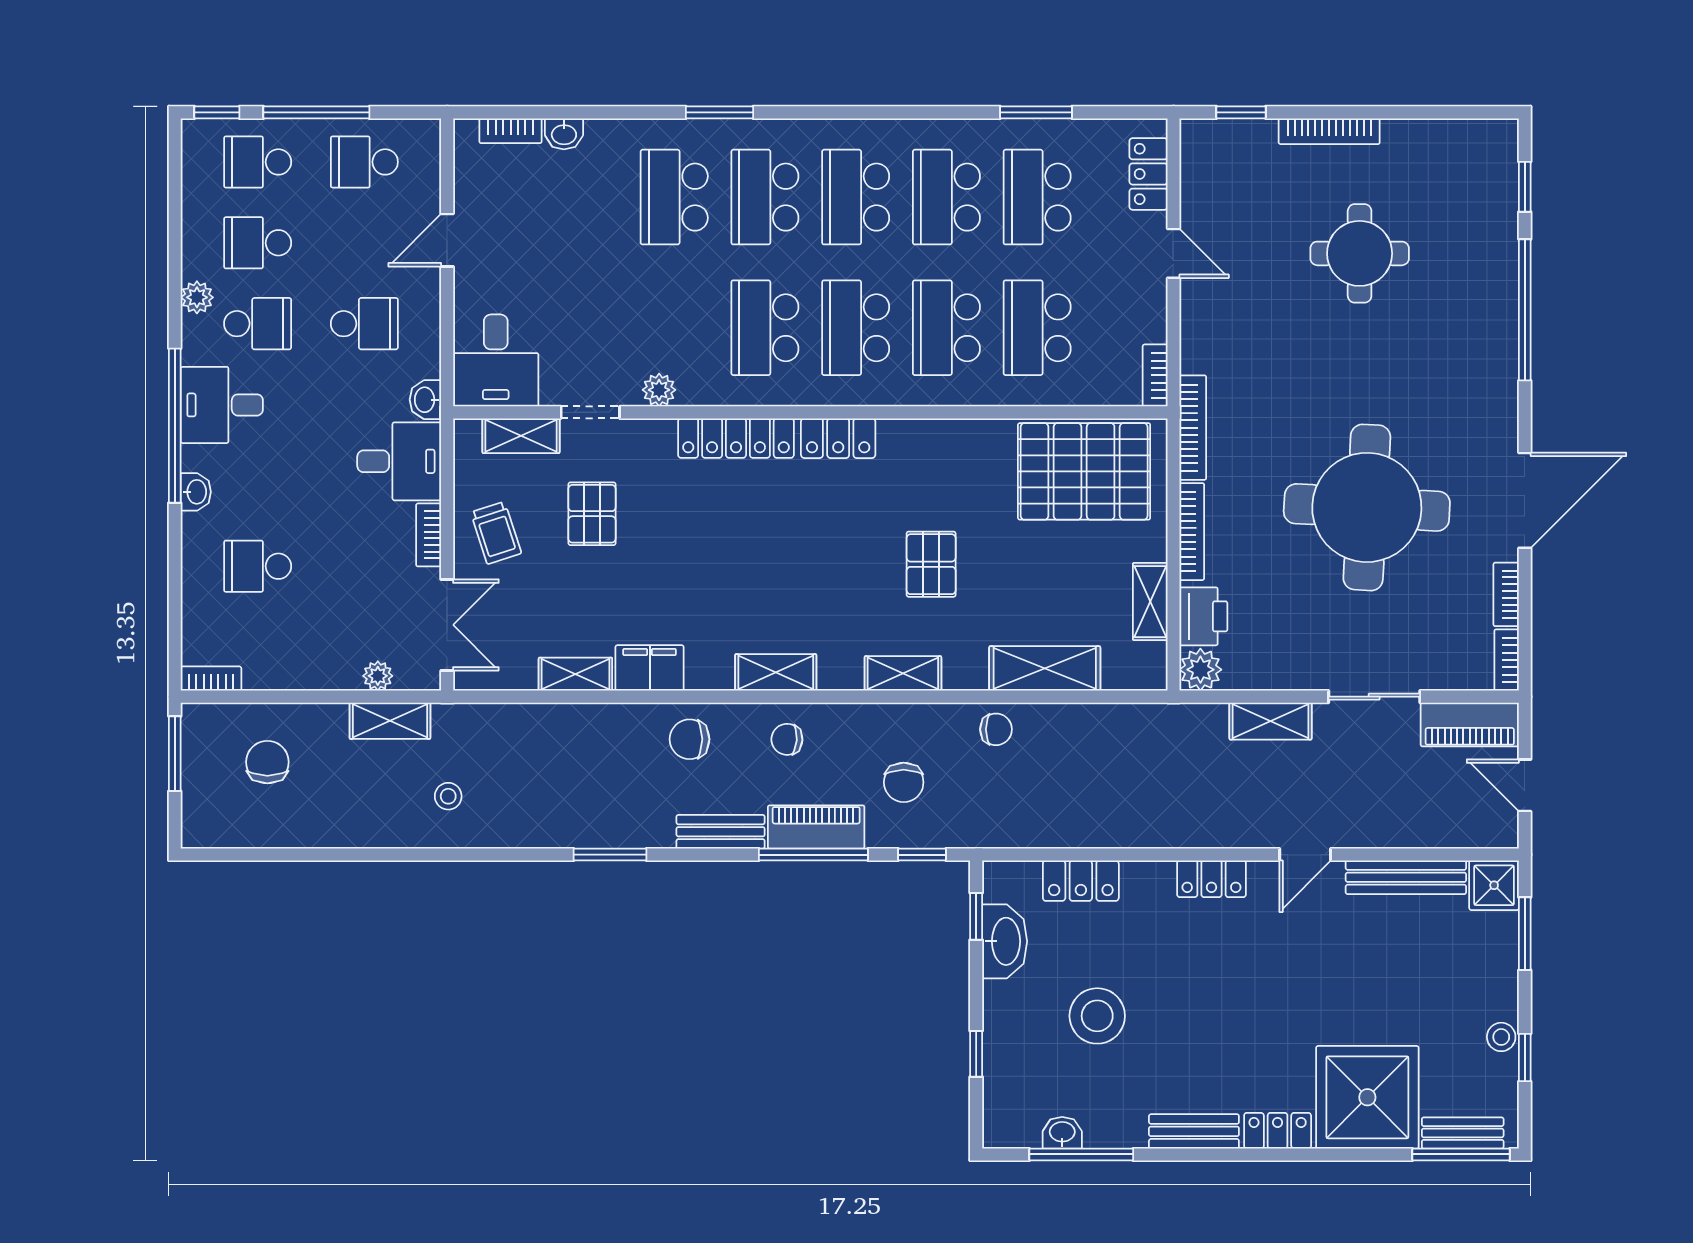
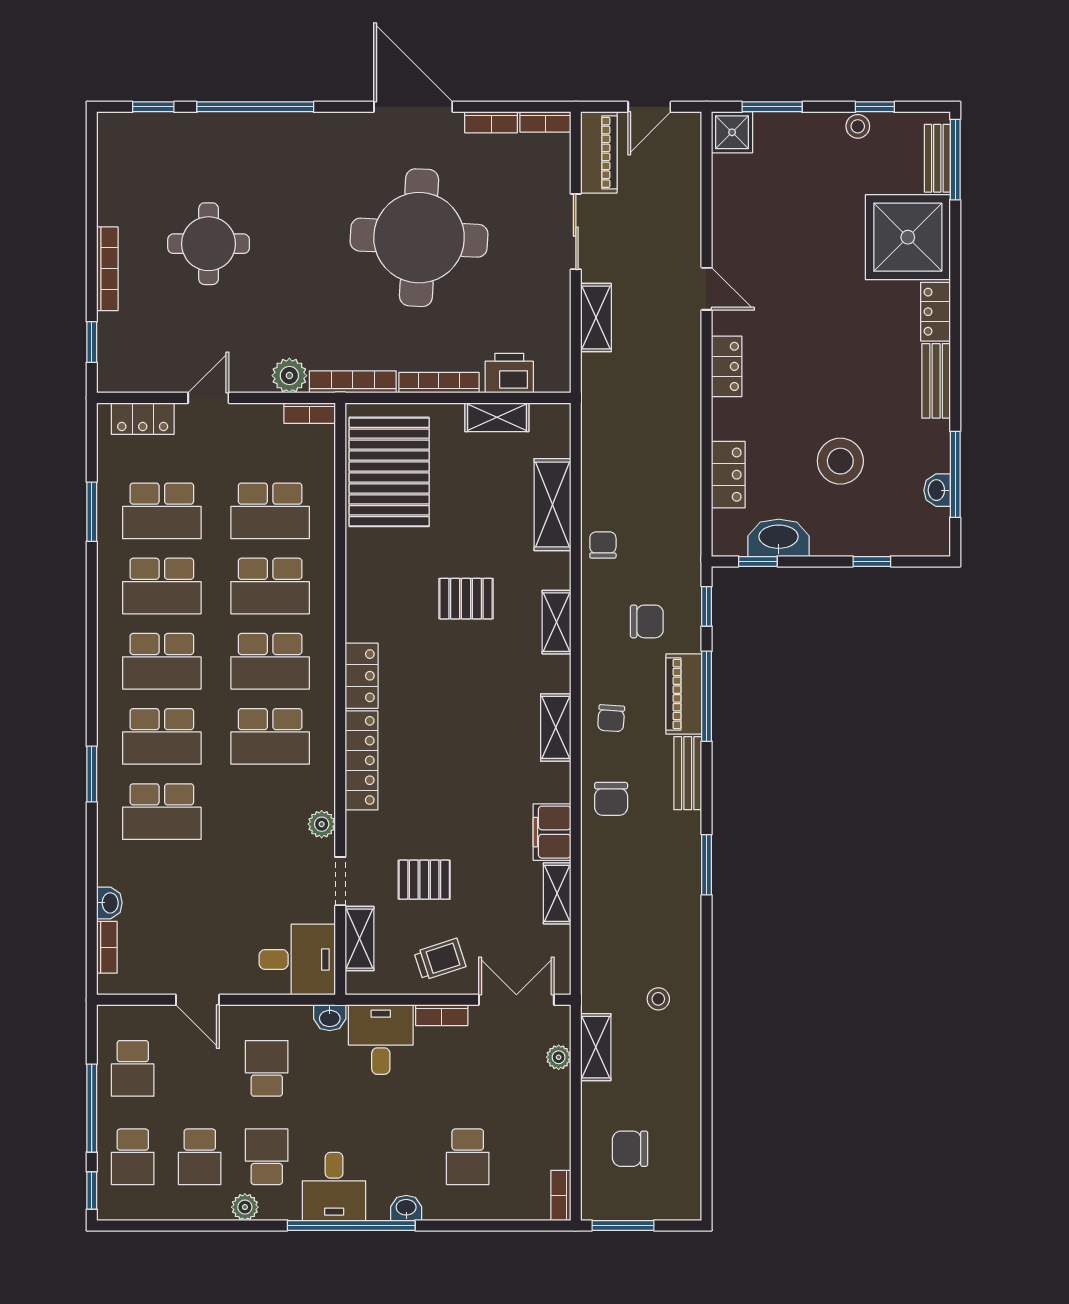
plant: (1200, 670) -> (289, 376), moved
bench: (1406, 877) -> (725, 205), removed

